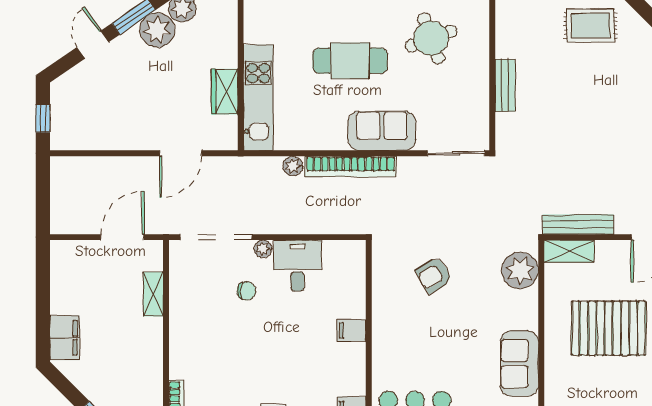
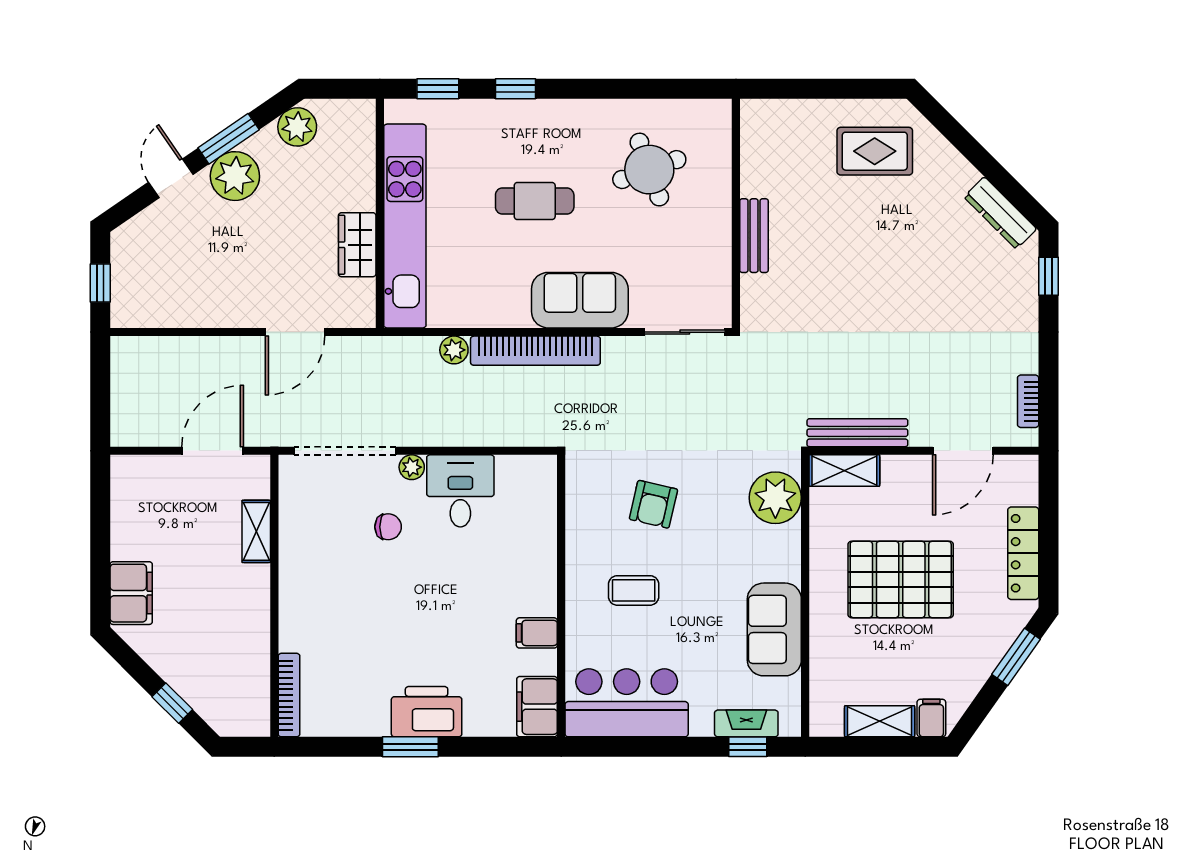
plant: (157, 30) -> (235, 176), moved
cafe table: (350, 61) -> (535, 201), width x0.73, depth x0.74
kitchen unit: (258, 98) -> (405, 226), width x1.36
armchair: (434, 275) -> (653, 504), turned -46
filing cabinet: (352, 330) -> (537, 633), moved
coffee table: (420, 336) -> (634, 590), added

